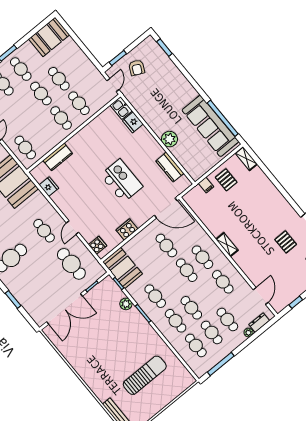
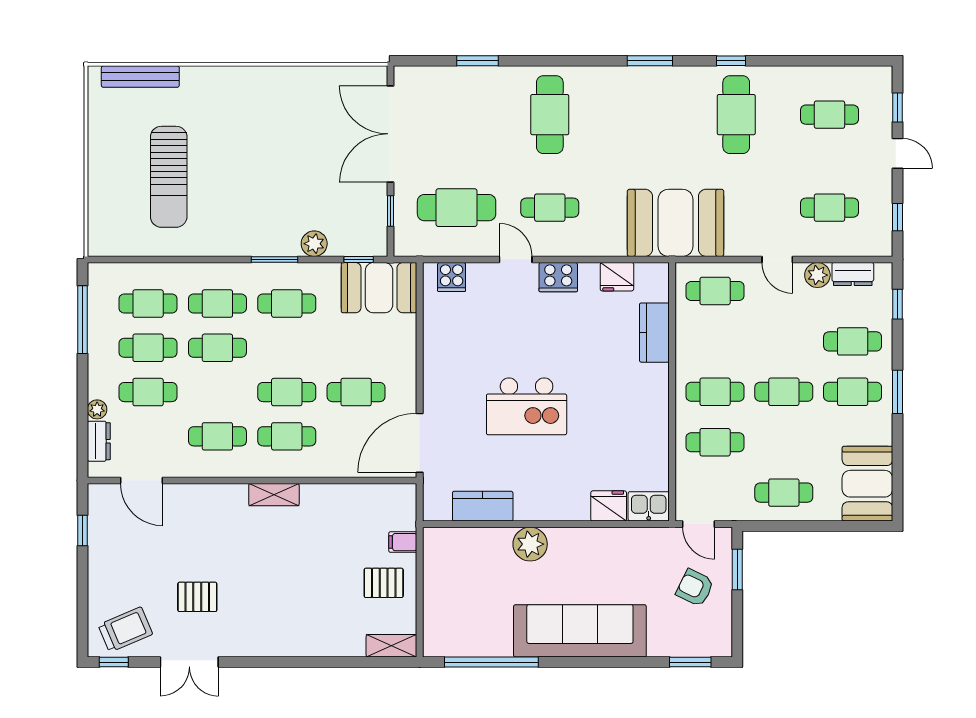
cafe table: (59, 79) -> (784, 493), moved
sofa: (210, 126) -> (580, 631), moved
cooker: (127, 230) -> (558, 277), moved, turned 90

